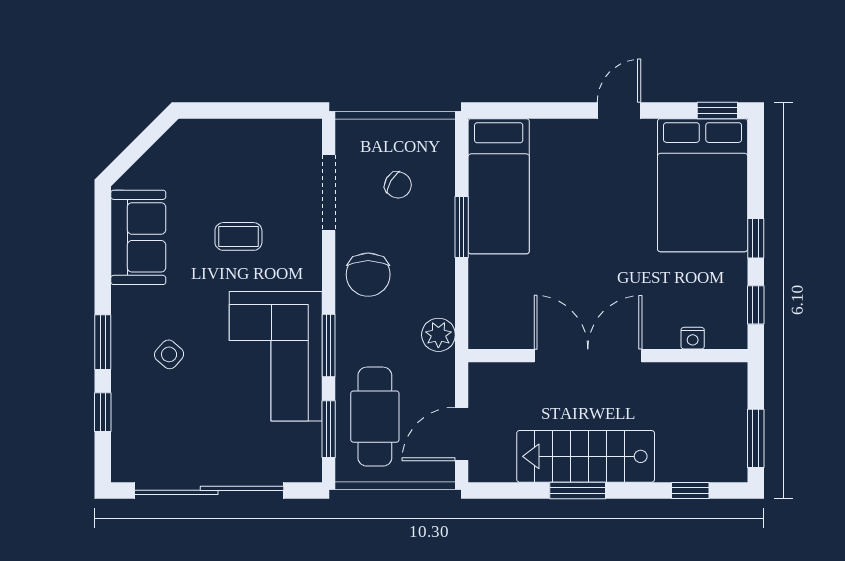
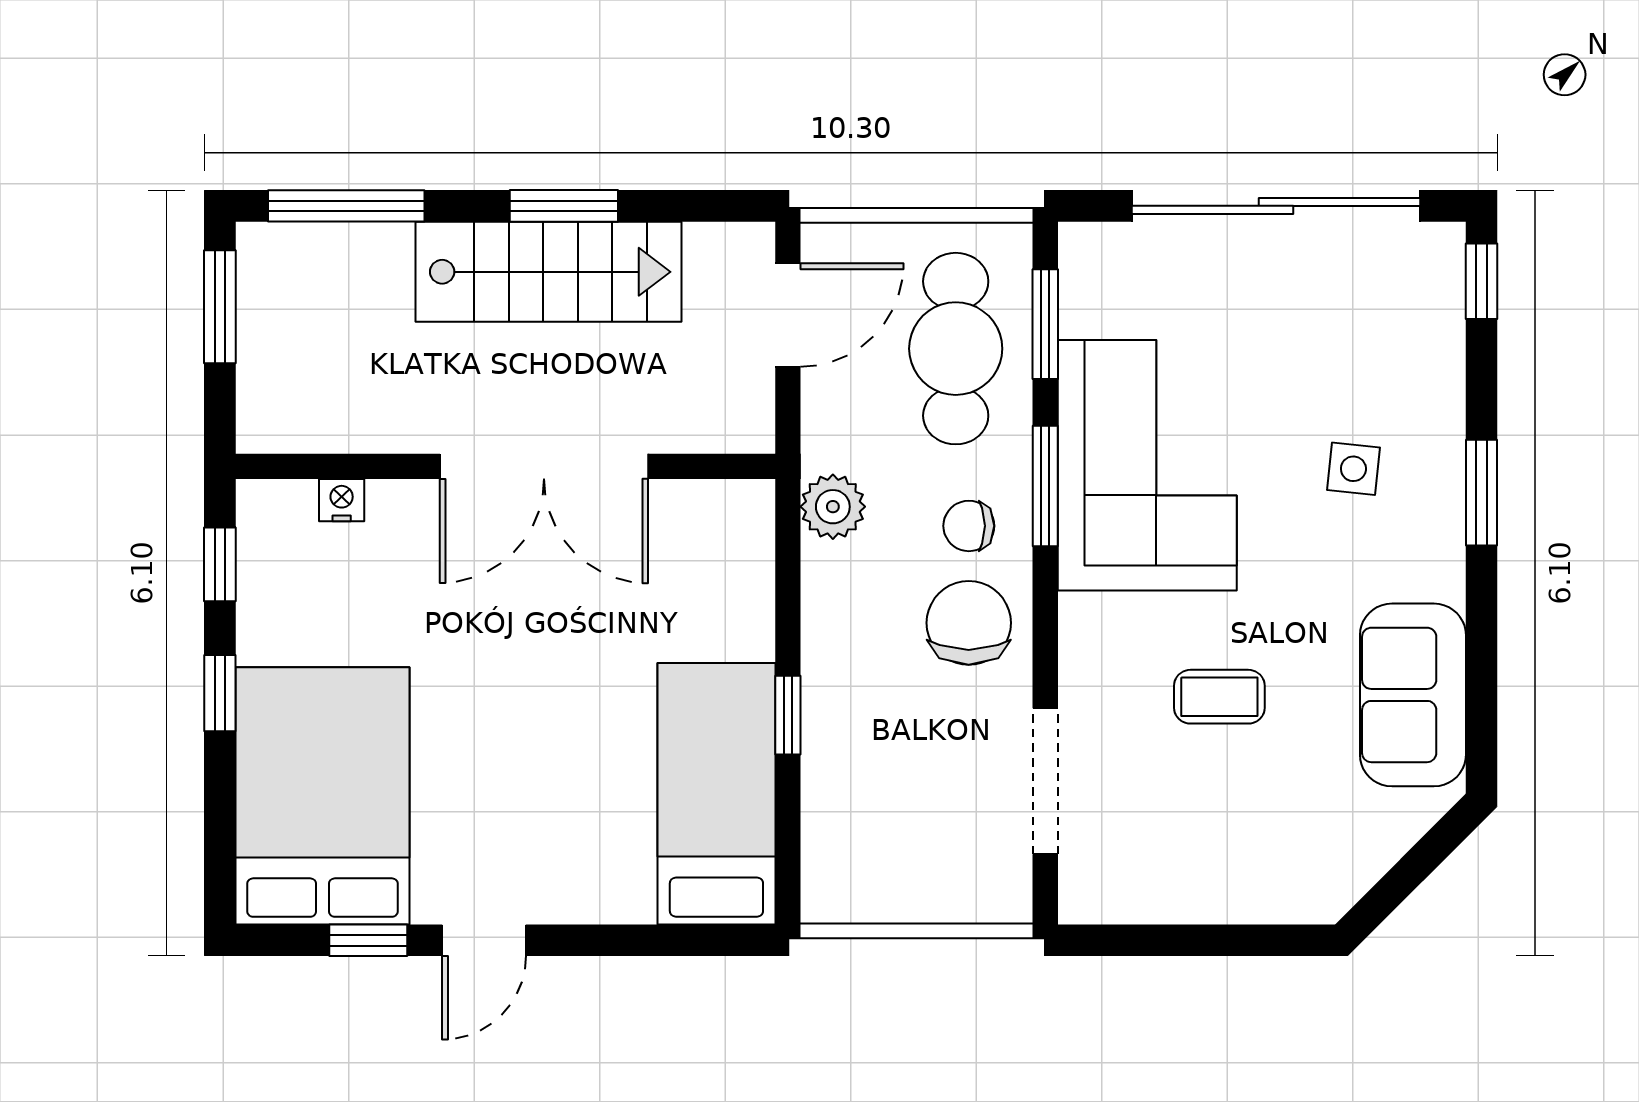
window: (717, 110) -> (368, 940), moved
chair: (398, 185) -> (969, 526), moved, turned -31
window: (462, 227) -> (788, 715), width x0.67
side table: (169, 354) -> (1353, 469), turned -35
window: (103, 412) -> (1481, 281), moved
window: (690, 490) -> (346, 206), width x2.17

